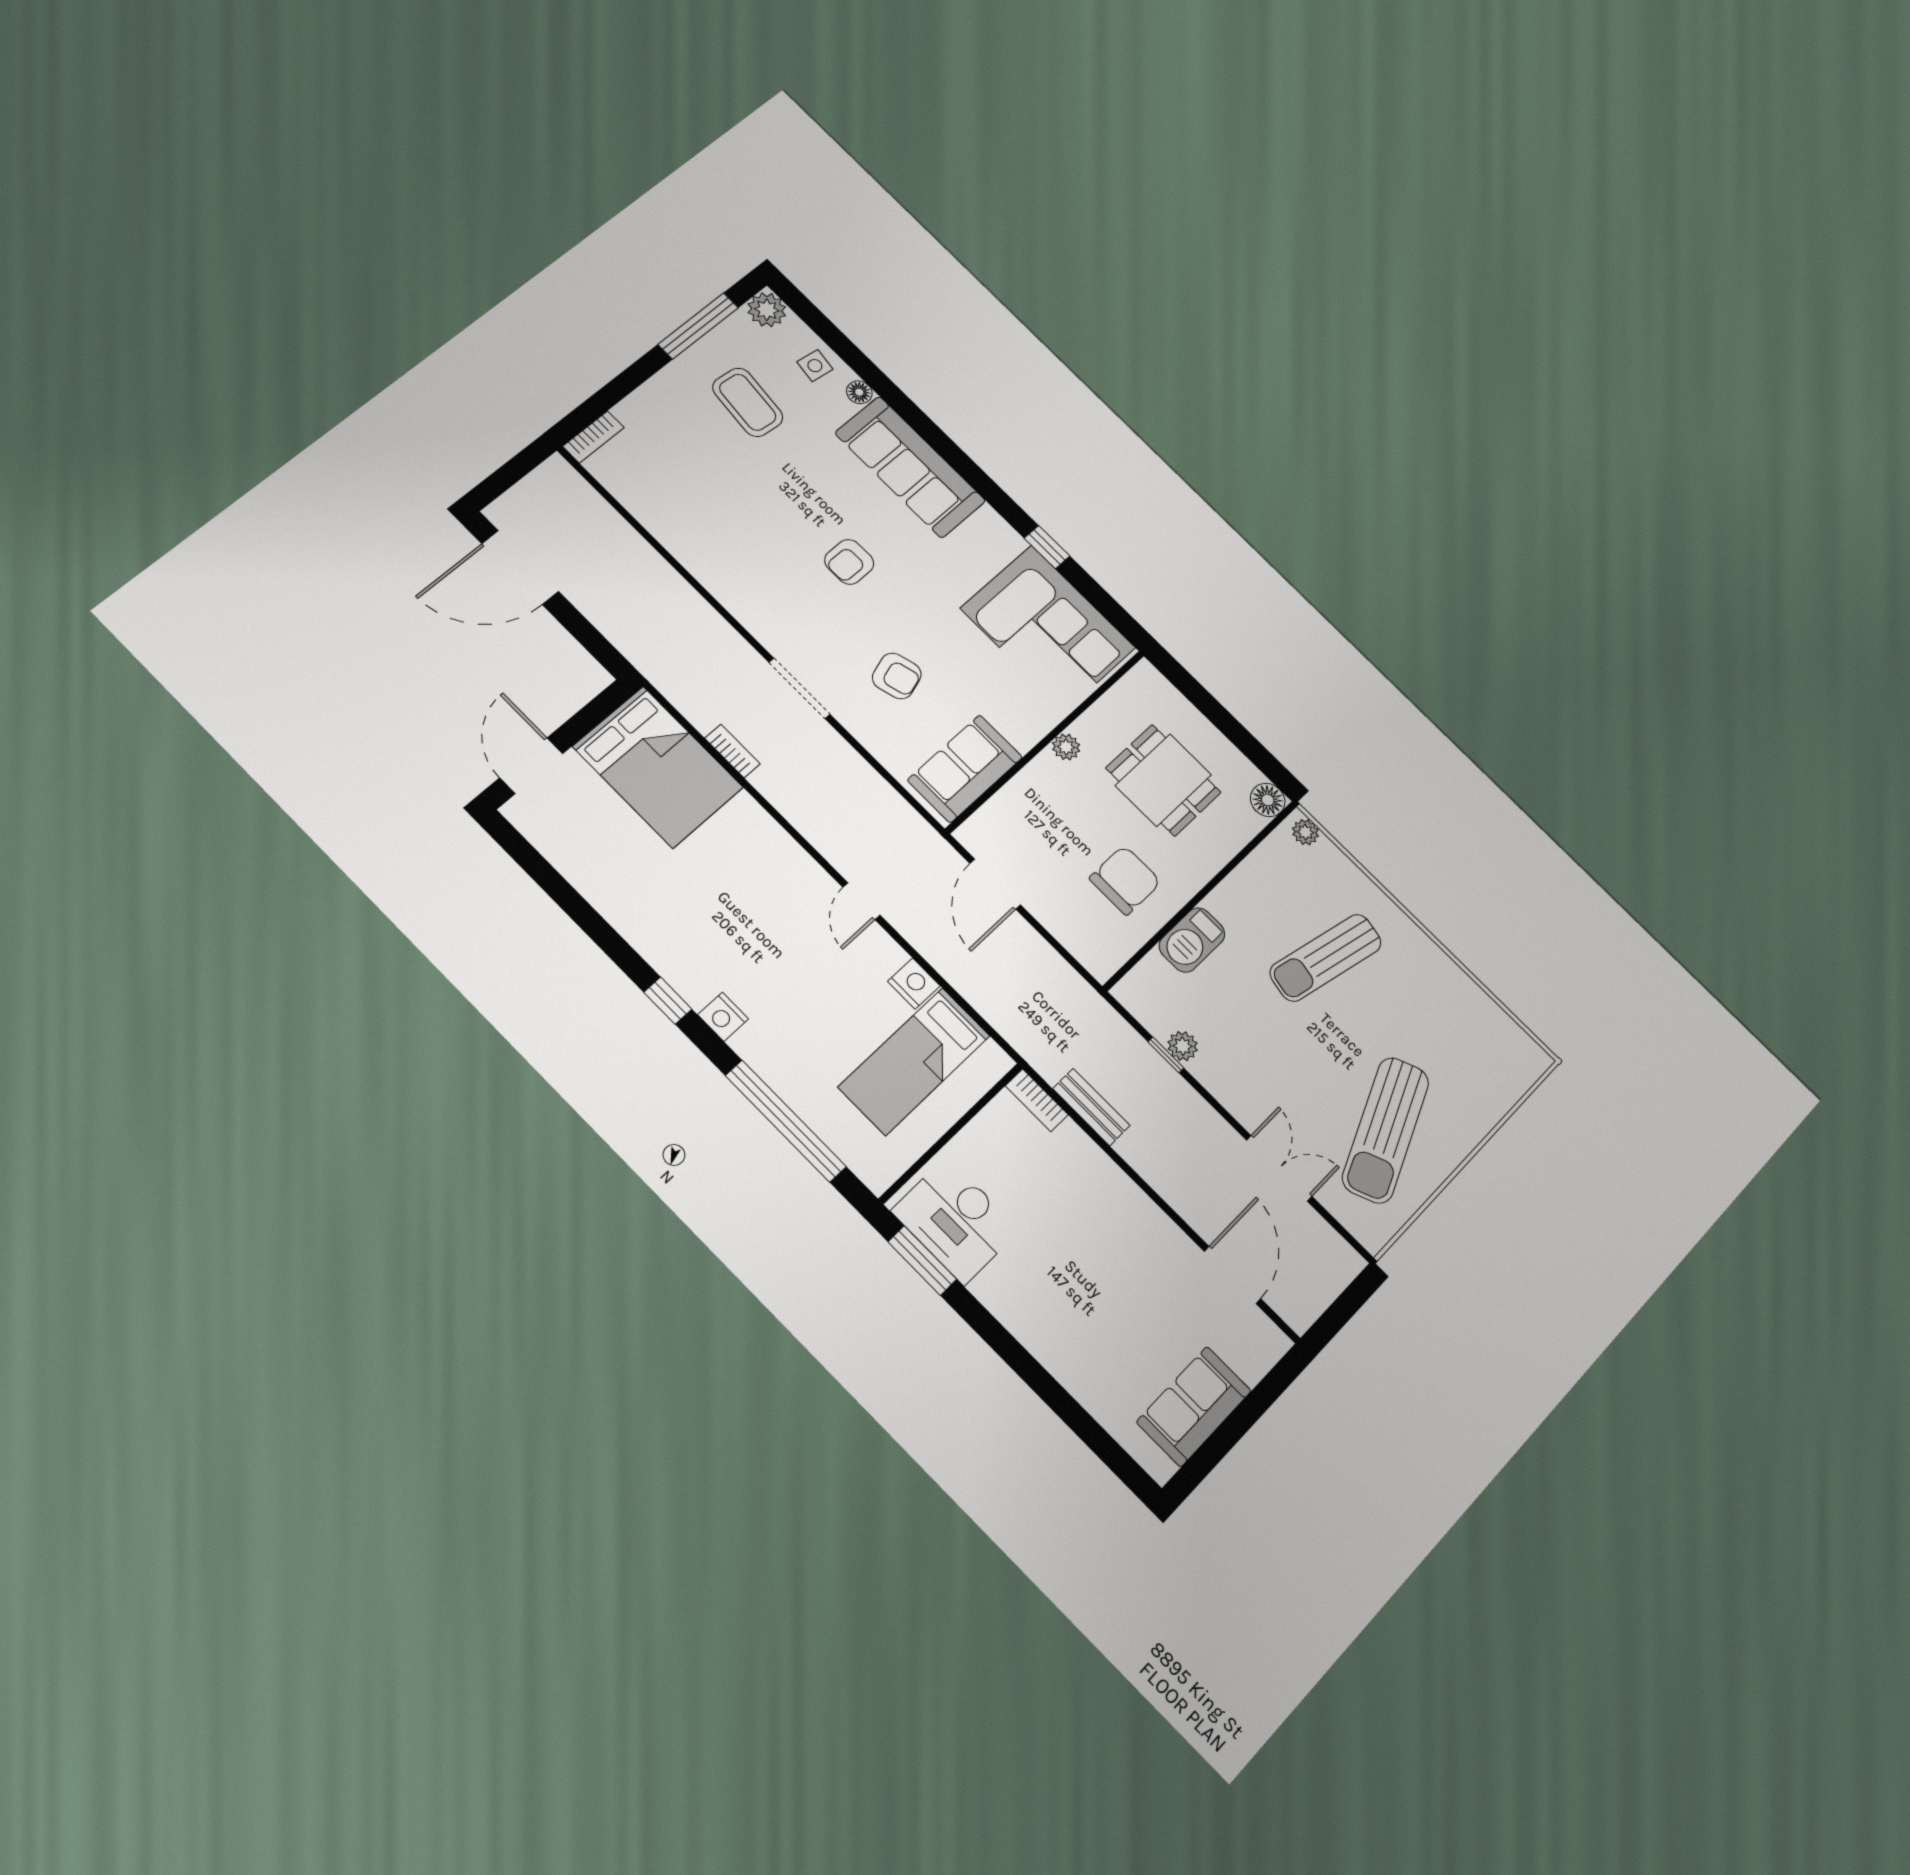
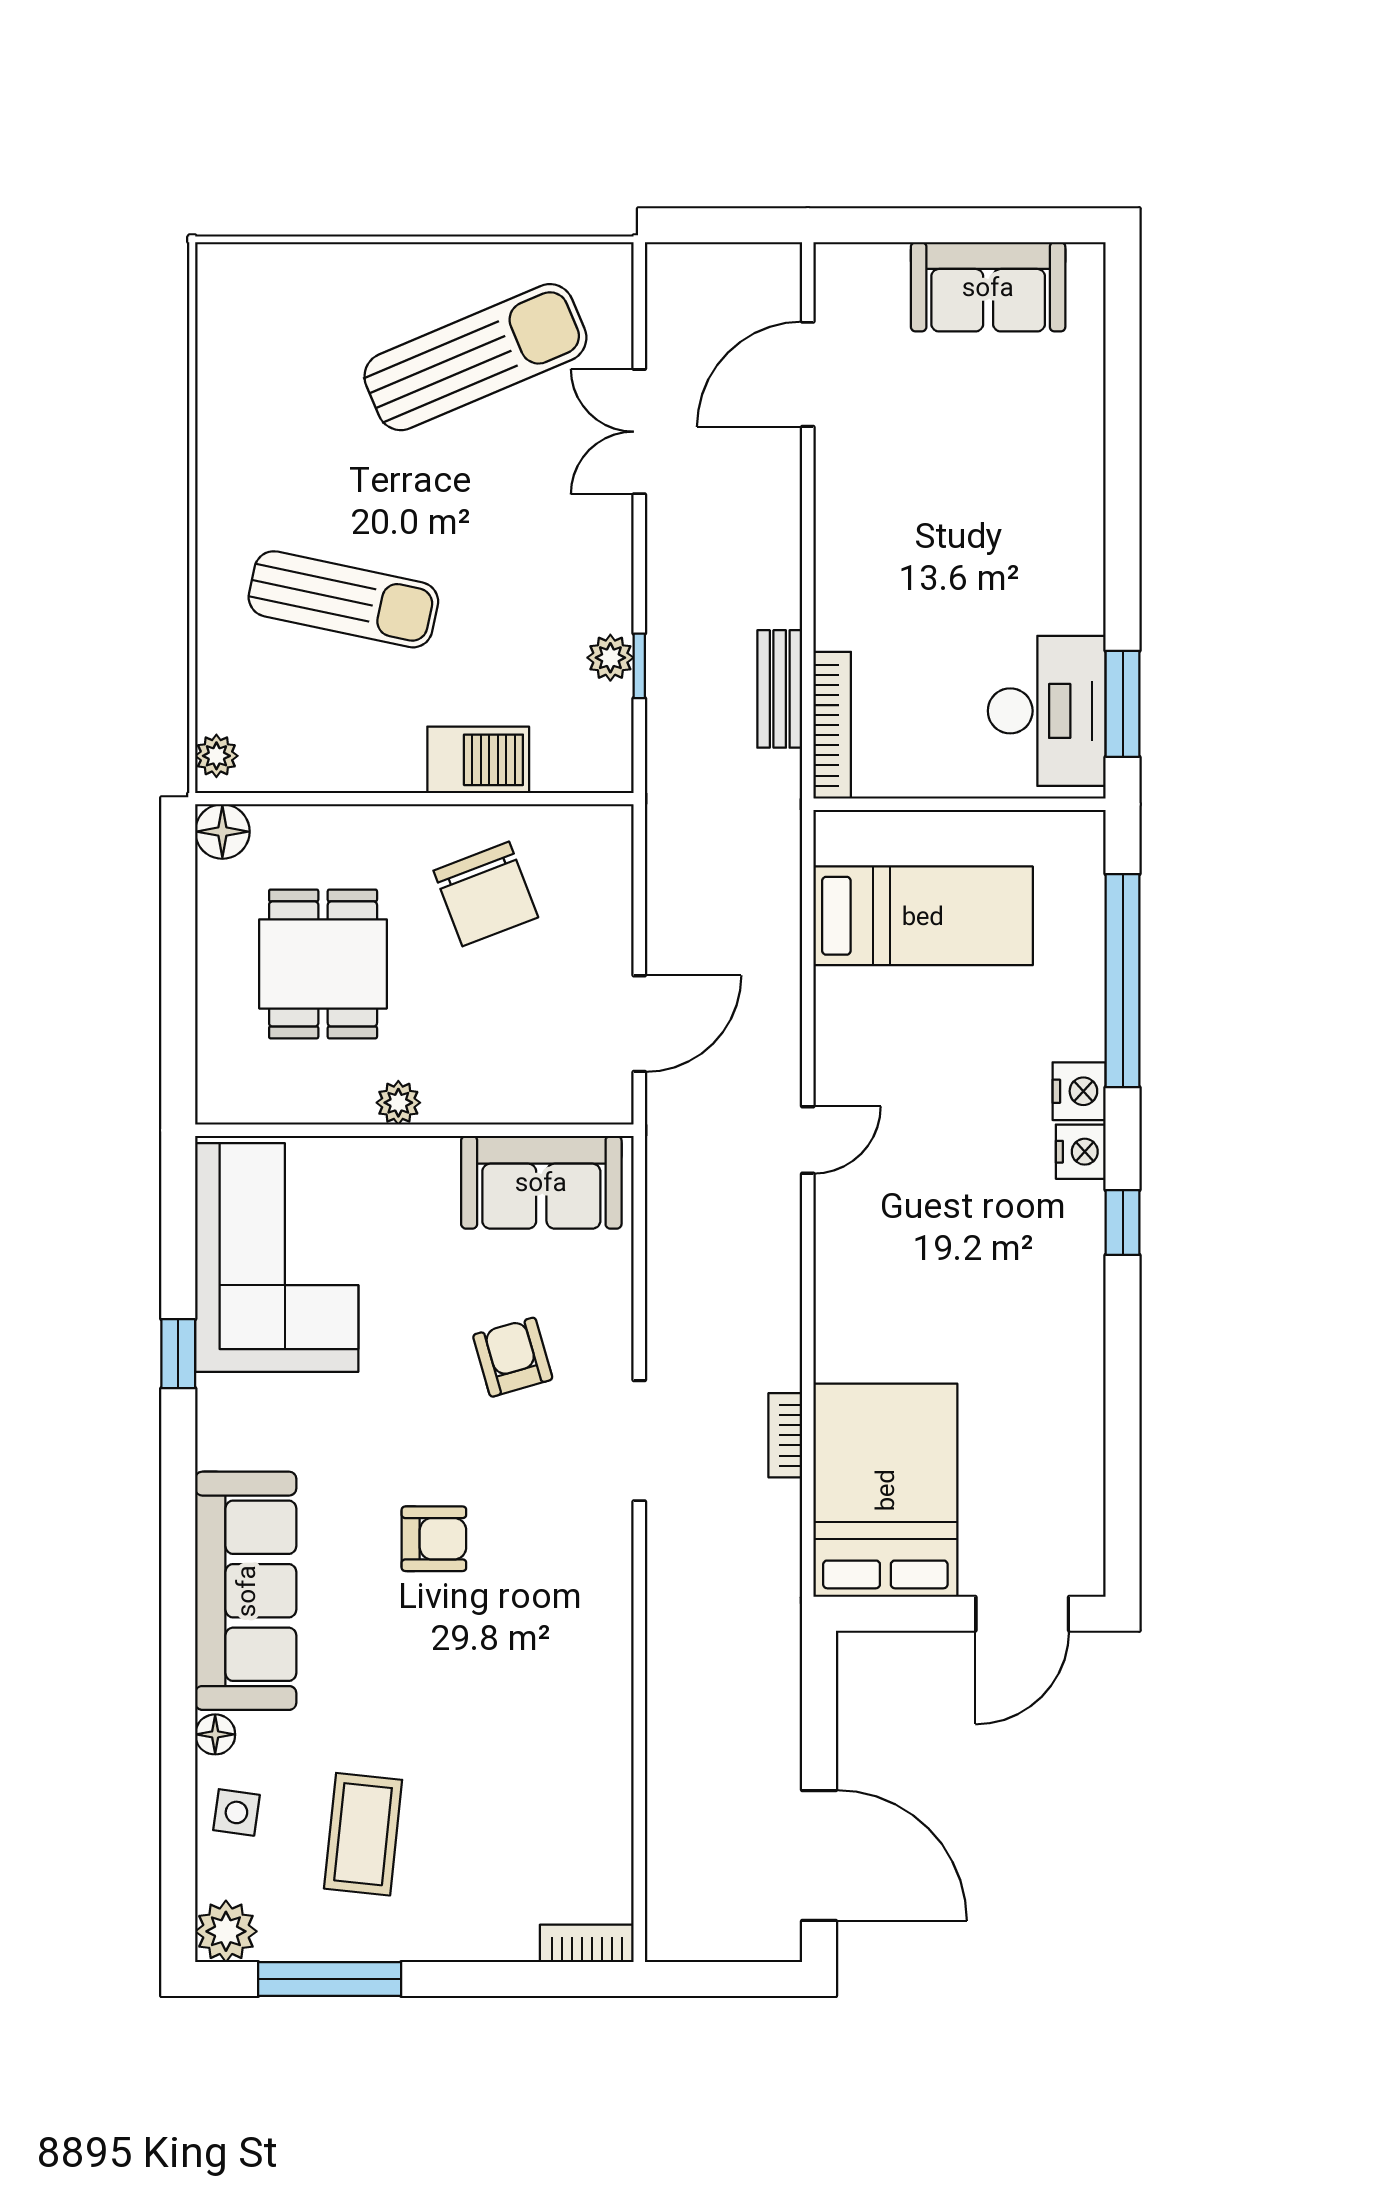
chair: (1125, 880) -> (486, 894), turned -111
nightstand: (914, 984) -> (1079, 1091), moved, turned 180
bookcase: (1037, 1100) -> (832, 725), width x1.56

